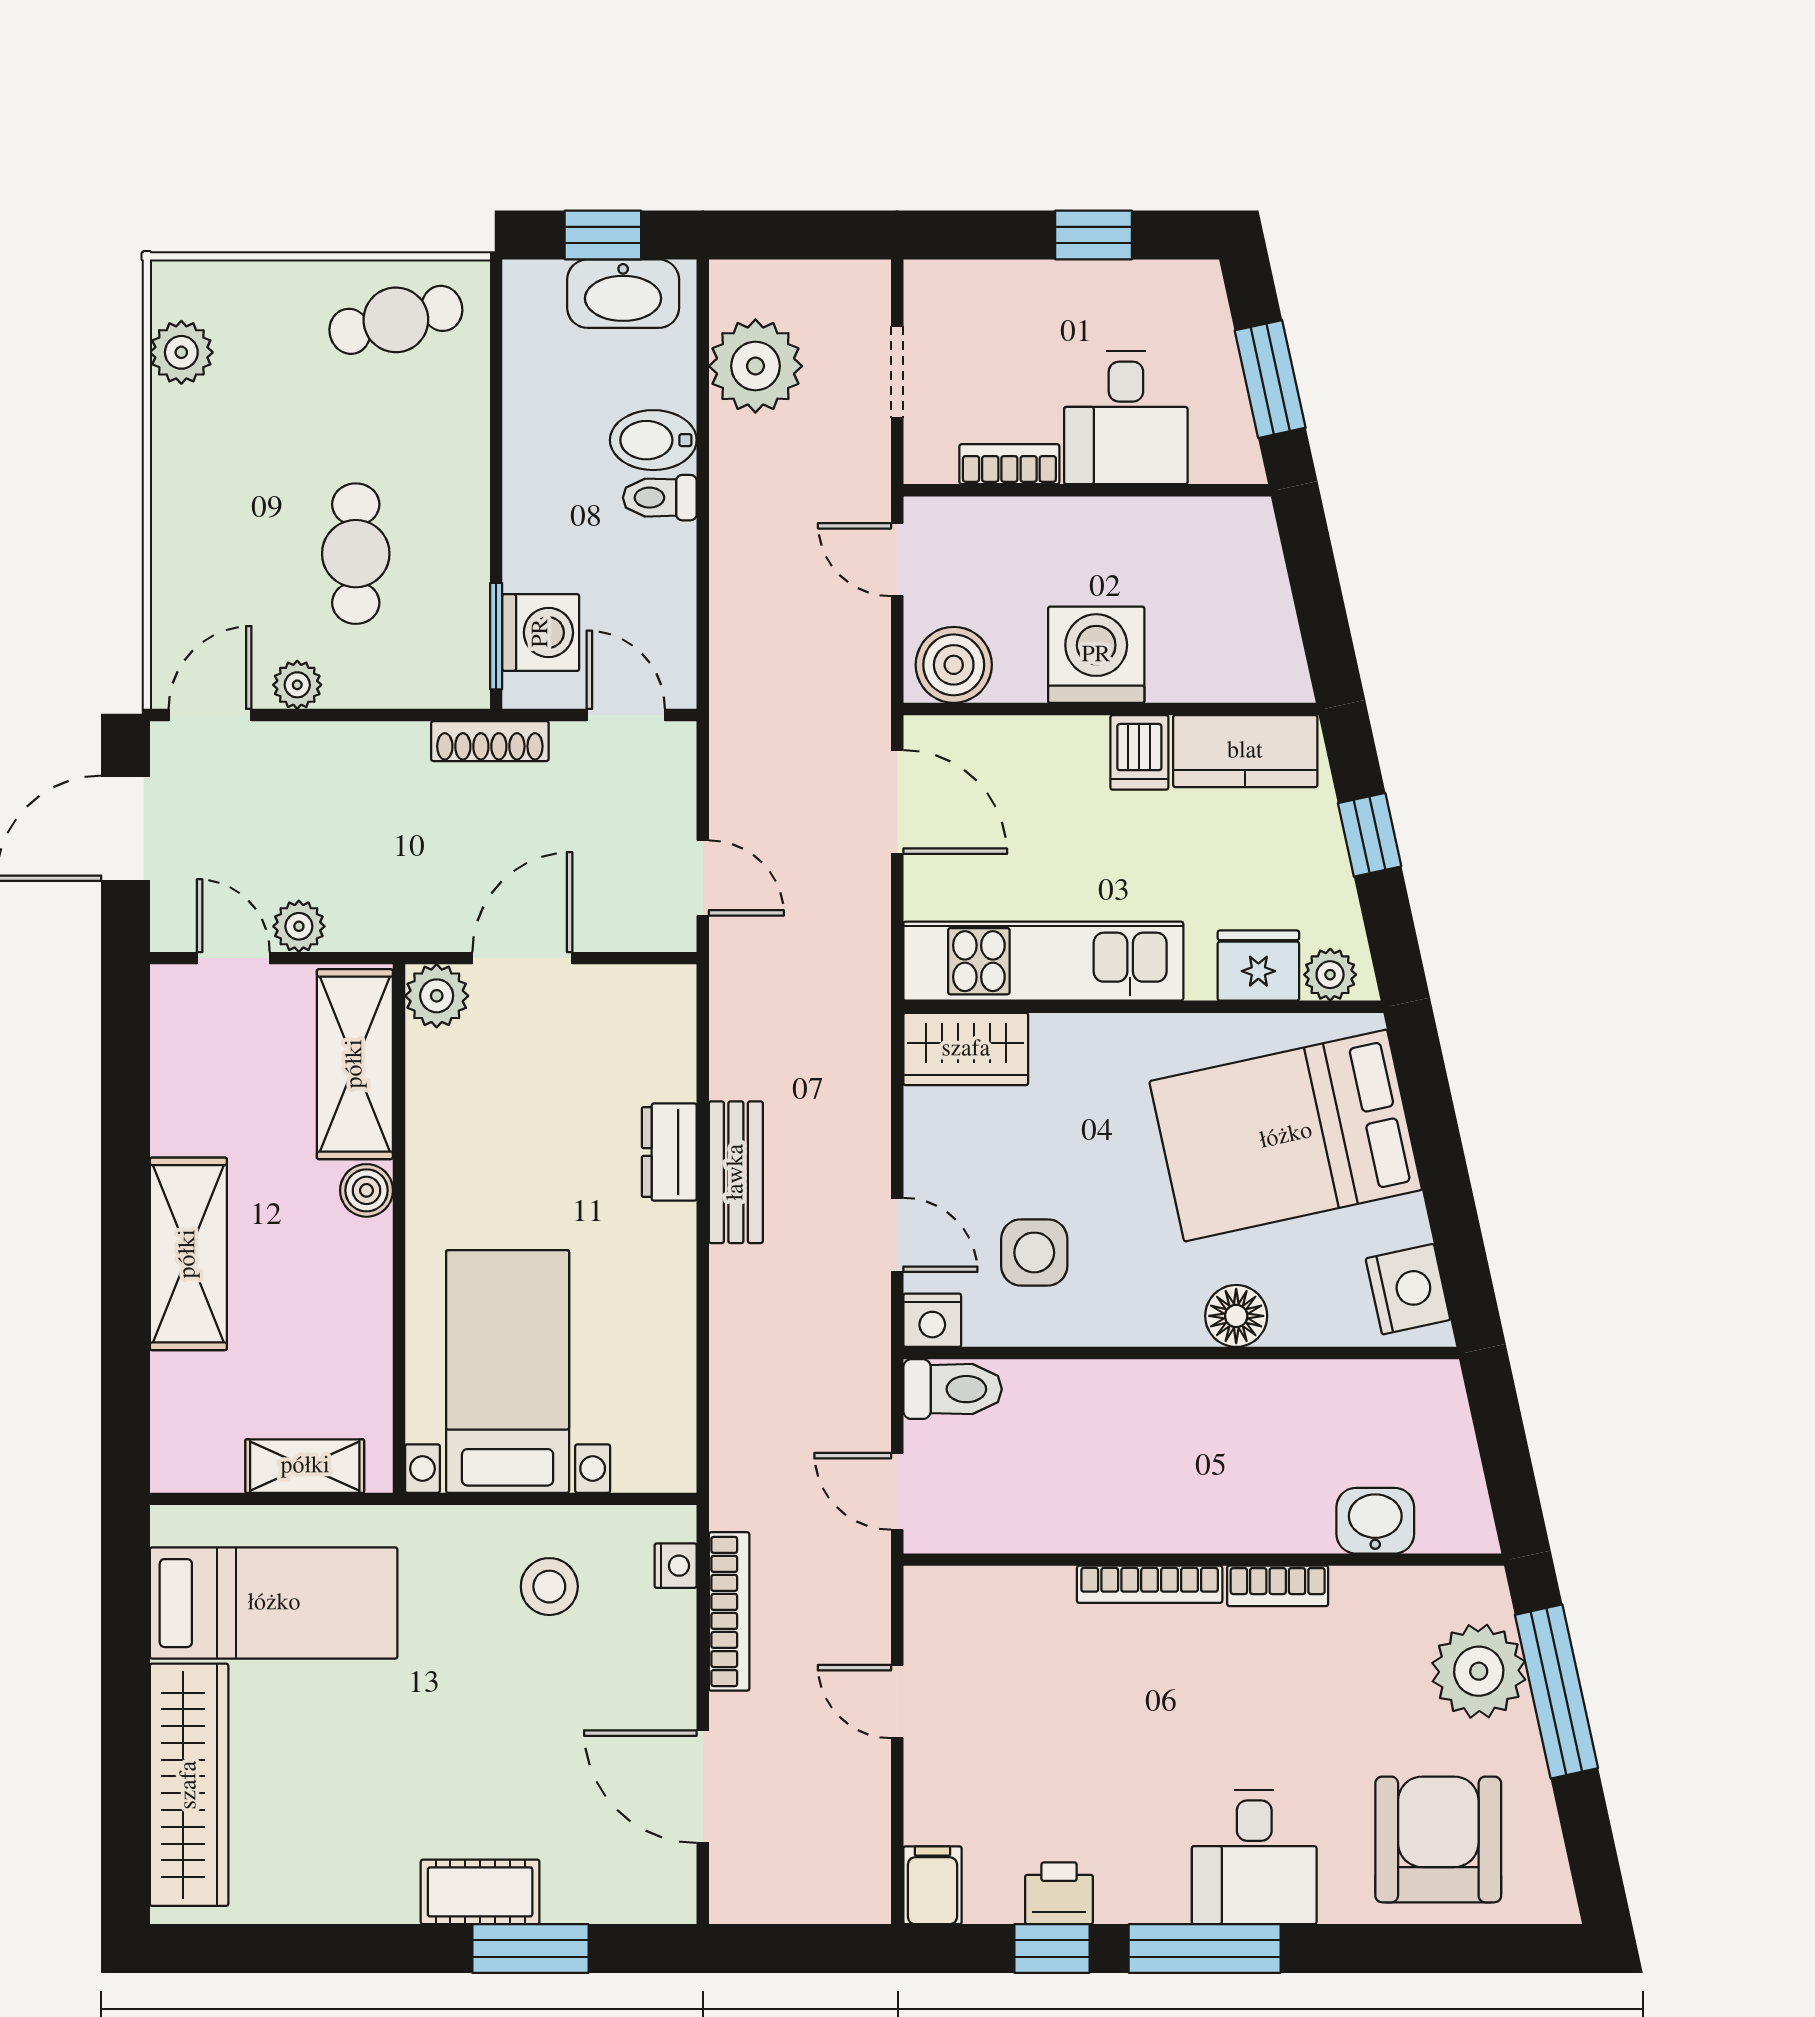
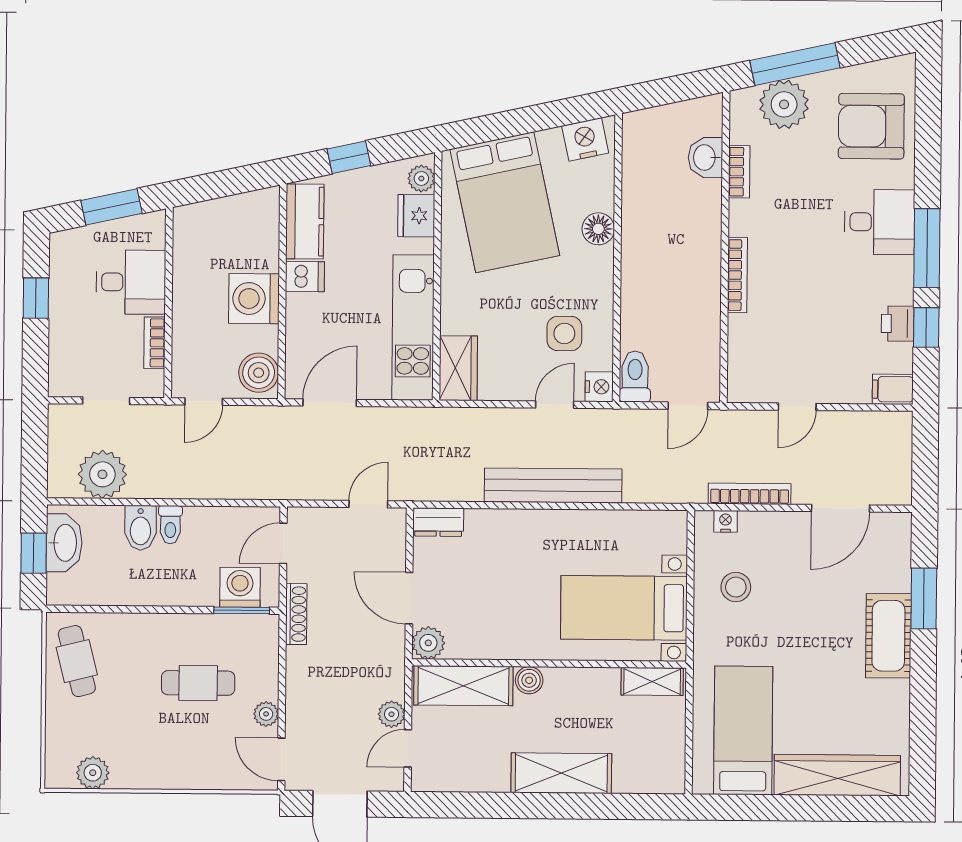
dresser: (669, 1152) -> (438, 522), moved
bench: (736, 1172) -> (553, 485), width x1.86, depth x1.21
shelving: (305, 1466) -> (652, 682), moved, turned 90
bookcase: (1278, 1586) -> (739, 172), moved
cot: (480, 1892) -> (888, 636), width x1.37, depth x1.34

